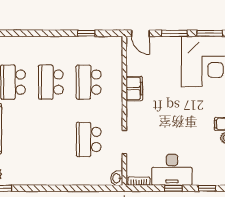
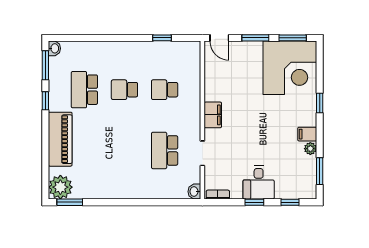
school desk: (51, 82) -> (124, 90), width x0.54
school desk: (89, 82) -> (165, 90), width x0.54
filing cabinet: (134, 89) -> (213, 115), moved
desk: (172, 170) -> (259, 182), width x0.73

